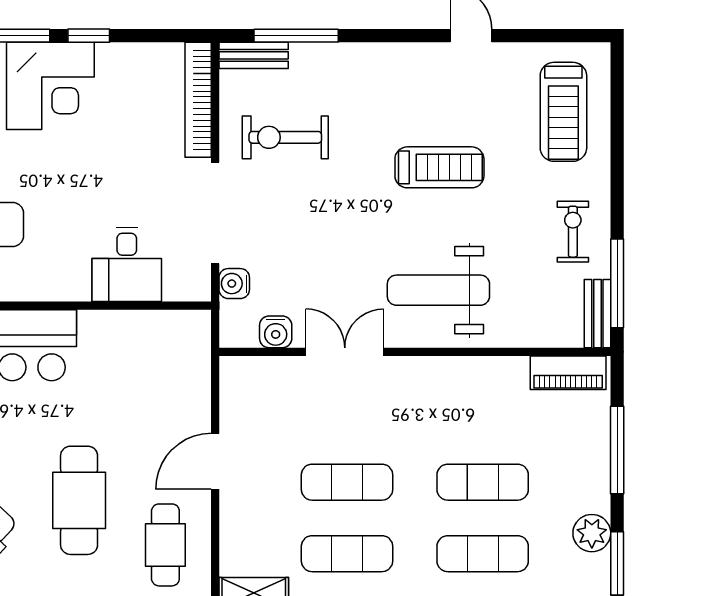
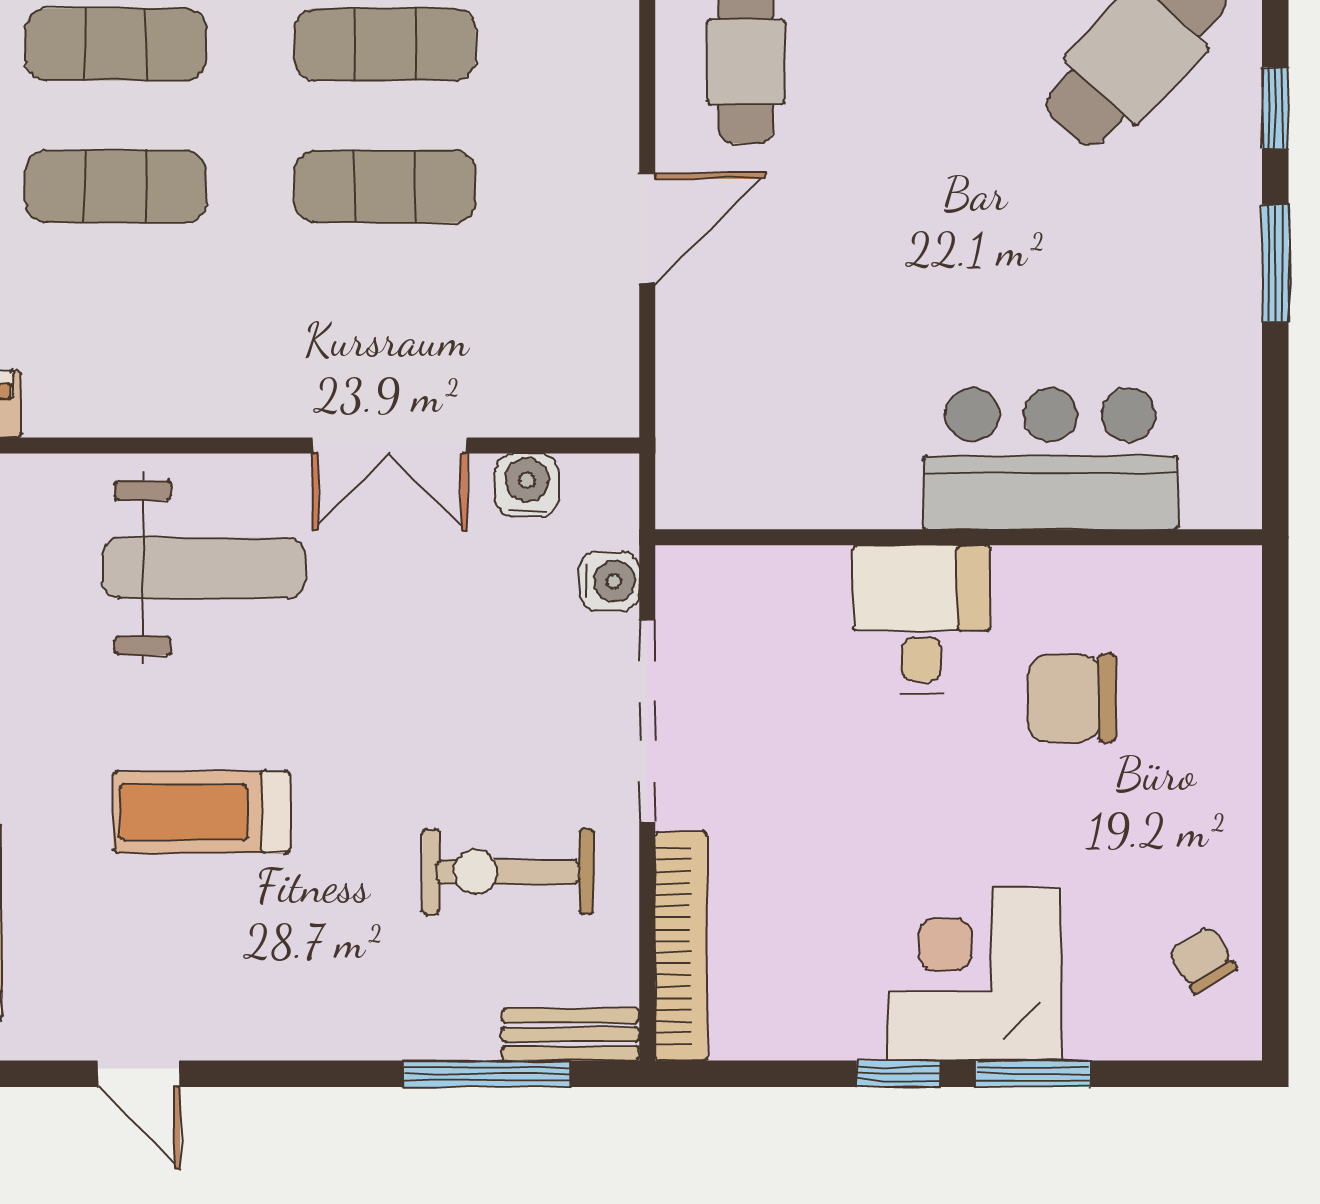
exercise bike: (285, 137) -> (508, 872), turned 180
desk: (127, 264) -> (921, 619), moved
cafe table: (79, 500) -> (918, 150), removed

